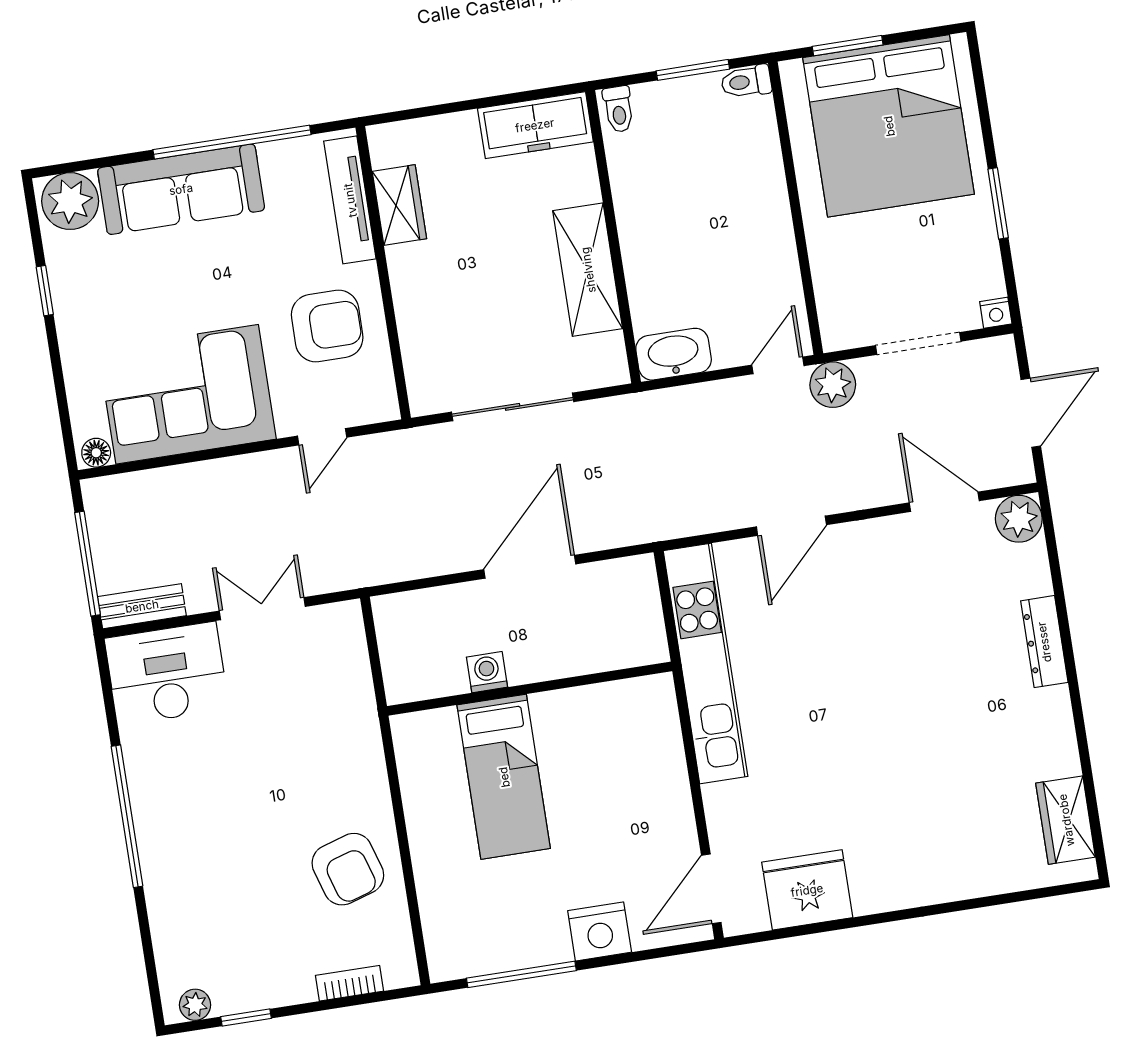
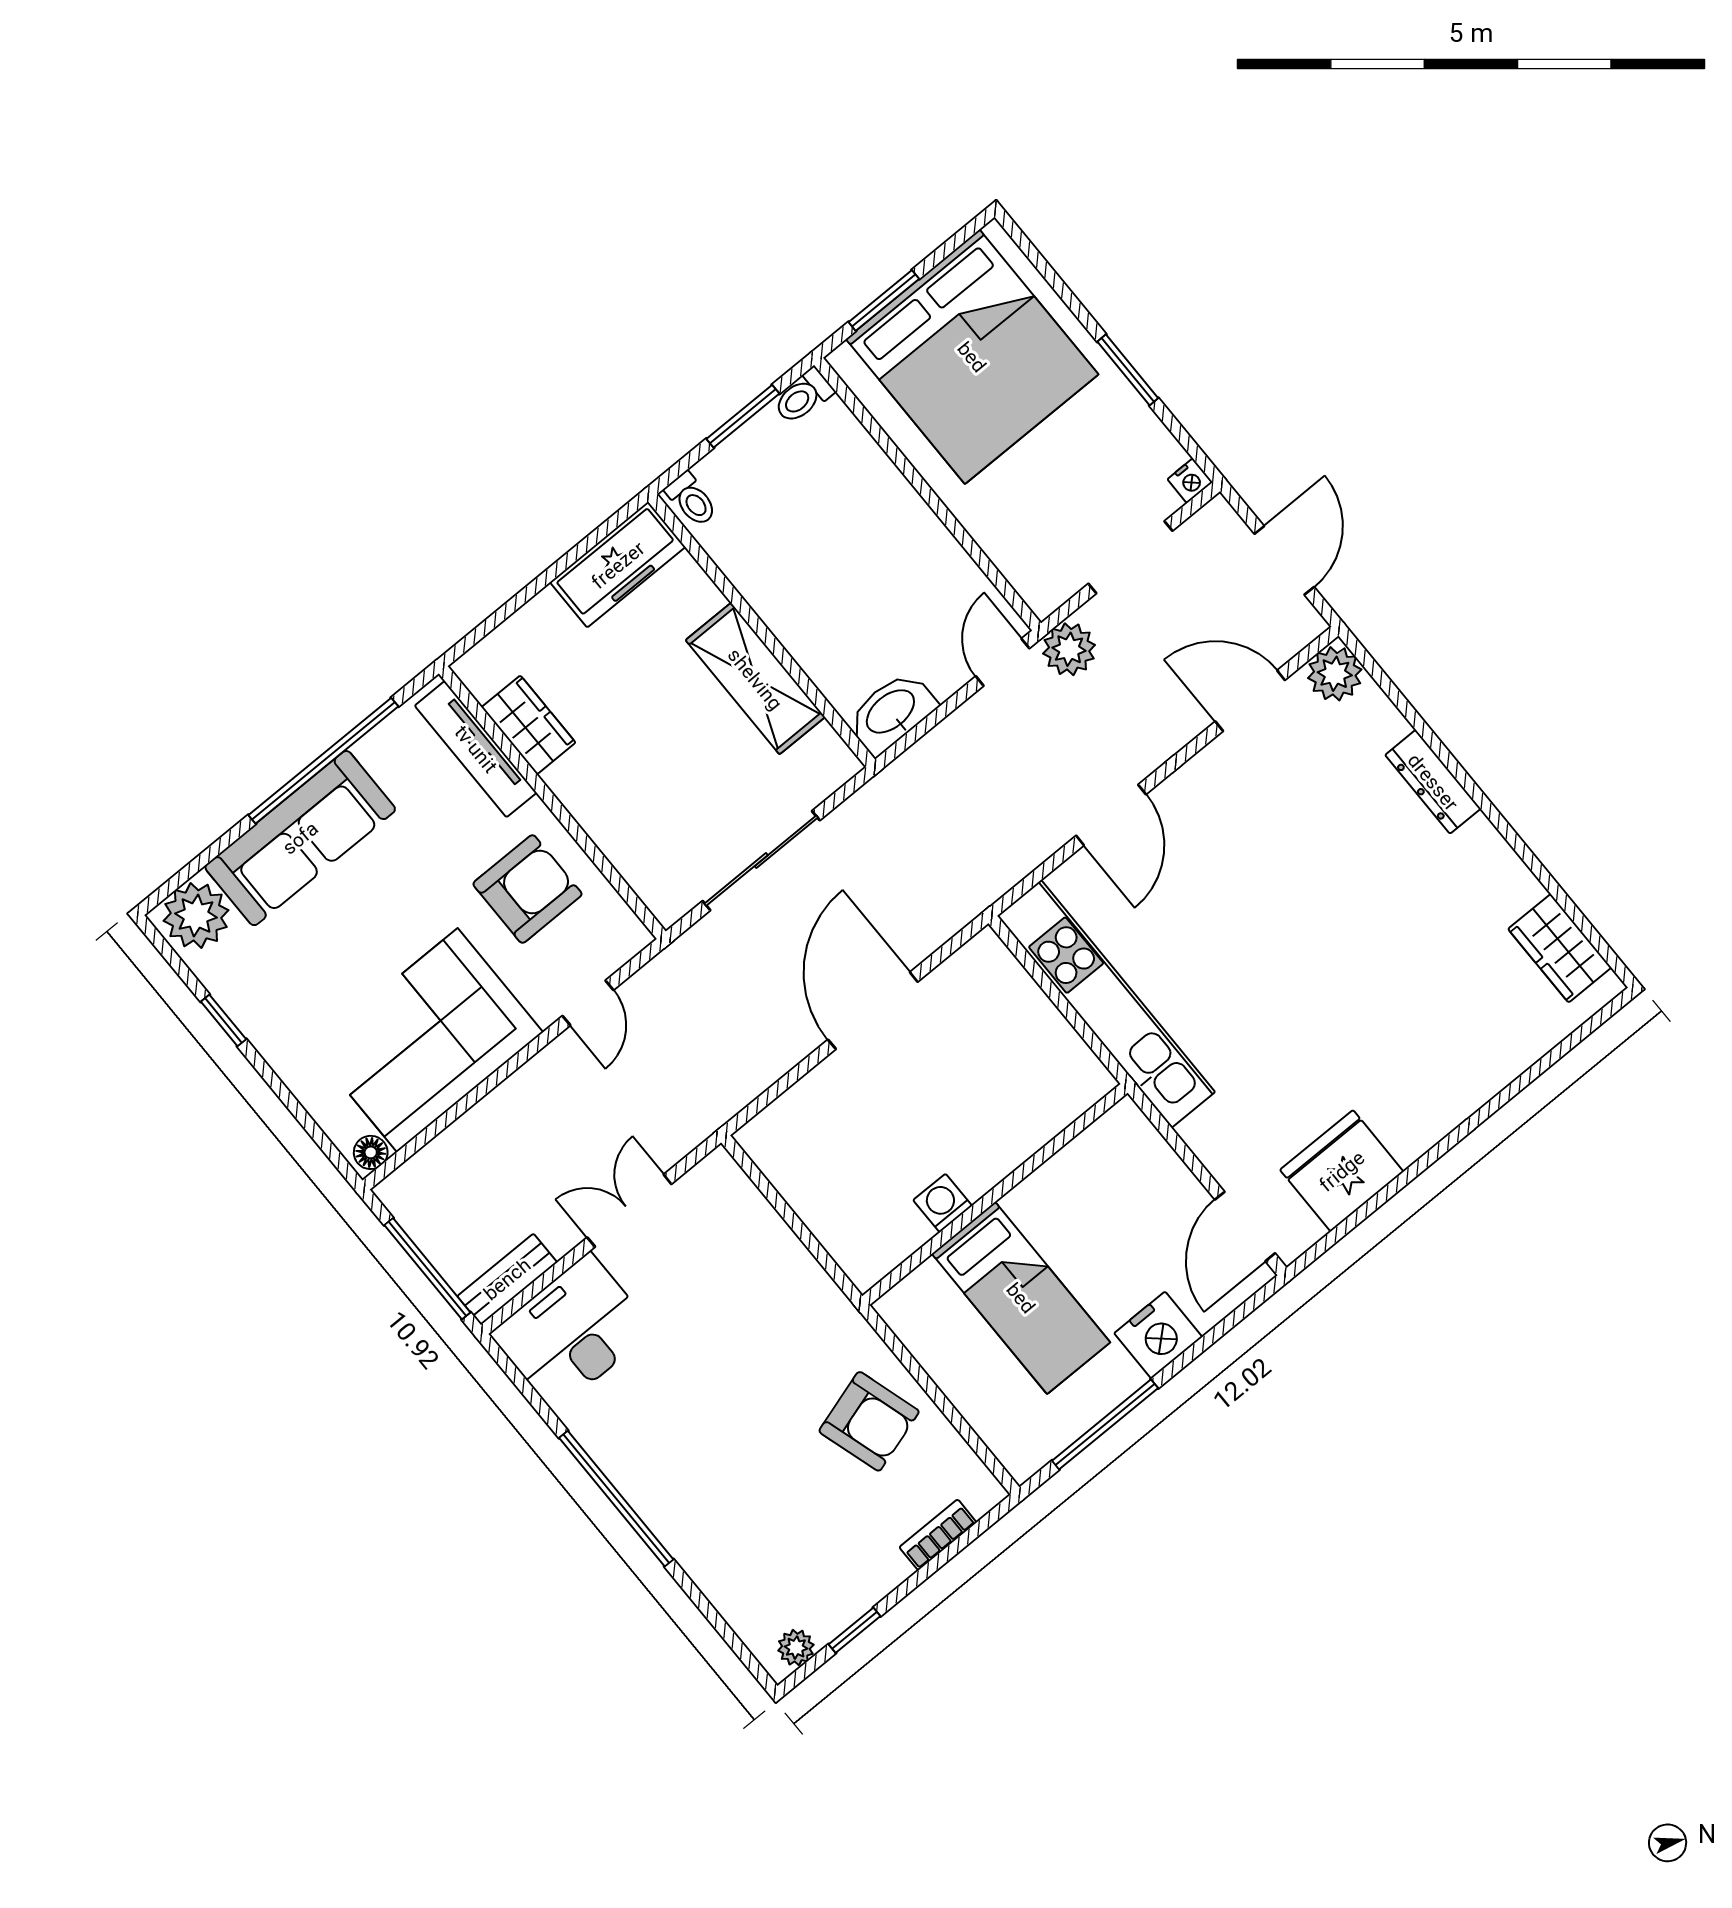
washing machine: (487, 672) -> (943, 1203), moved
wall: (530, 689) -> (995, 1194), moved
bed: (504, 777) -> (1021, 1298), moved

